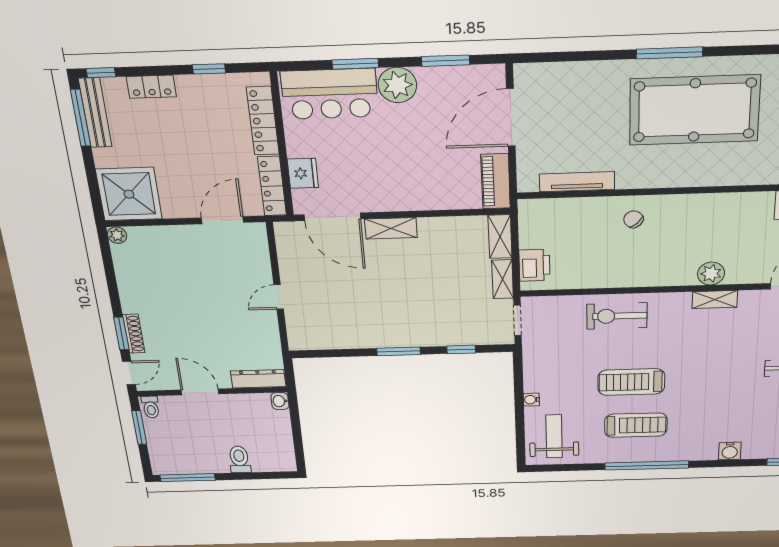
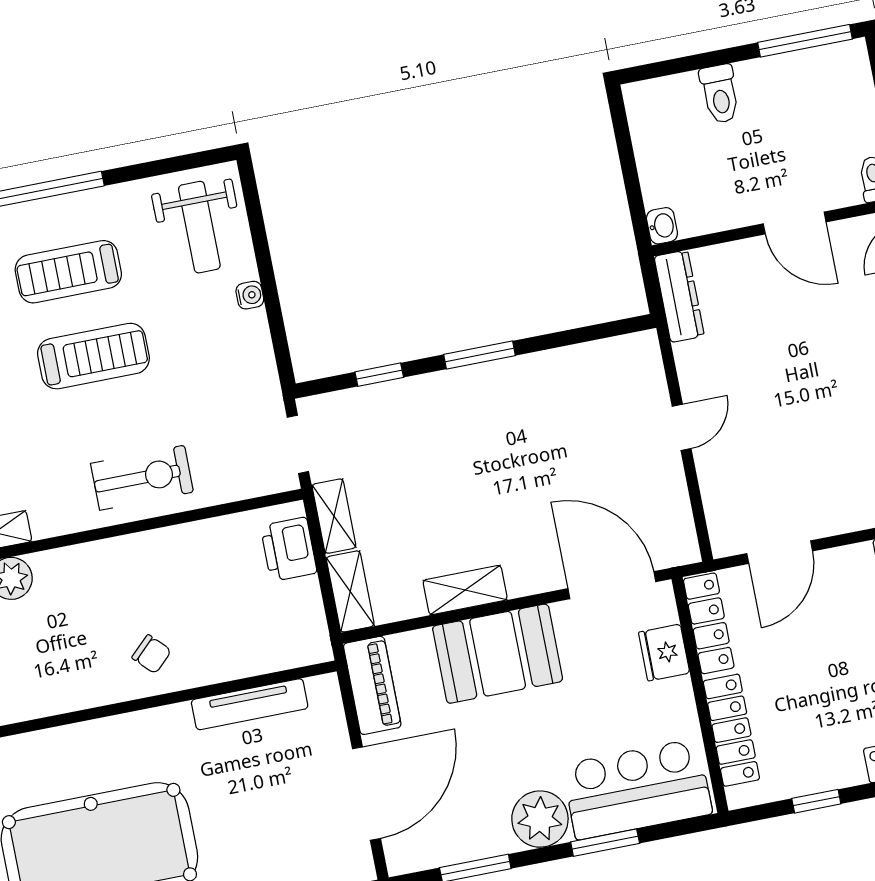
booth: (411, 188) -> (498, 654), added
shelving: (391, 228) -> (465, 590), moved
dresser: (258, 379) -> (679, 296), moved, turned -90

